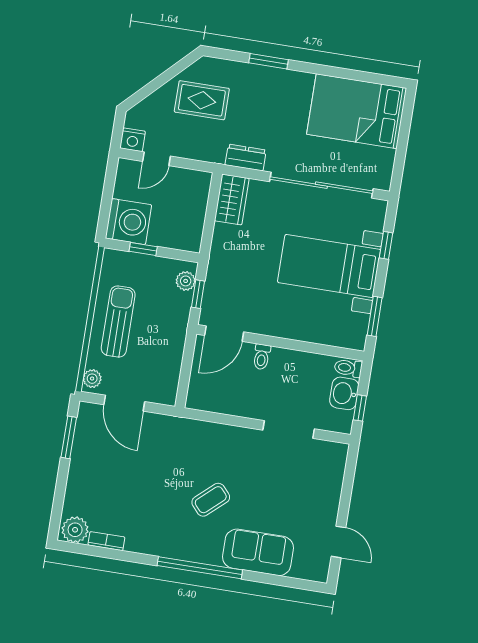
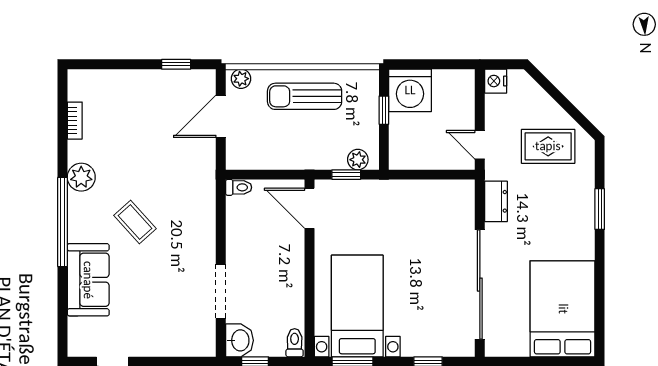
rug: (202, 100) -> (548, 146), turned 90
door: (156, 159) -> (480, 145), moved
wardrobe: (232, 200) -> (450, 194), removed
bed with nightstands: (329, 266) -> (357, 306), moved
sun lounger: (118, 321) -> (305, 96), turned 180
toilet: (262, 357) -> (239, 187), moved, turned 180
washbasin: (344, 393) -> (240, 340), moved, turned 90
window: (69, 437) -> (176, 64), width x0.67
plant: (75, 530) -> (81, 177), moved

